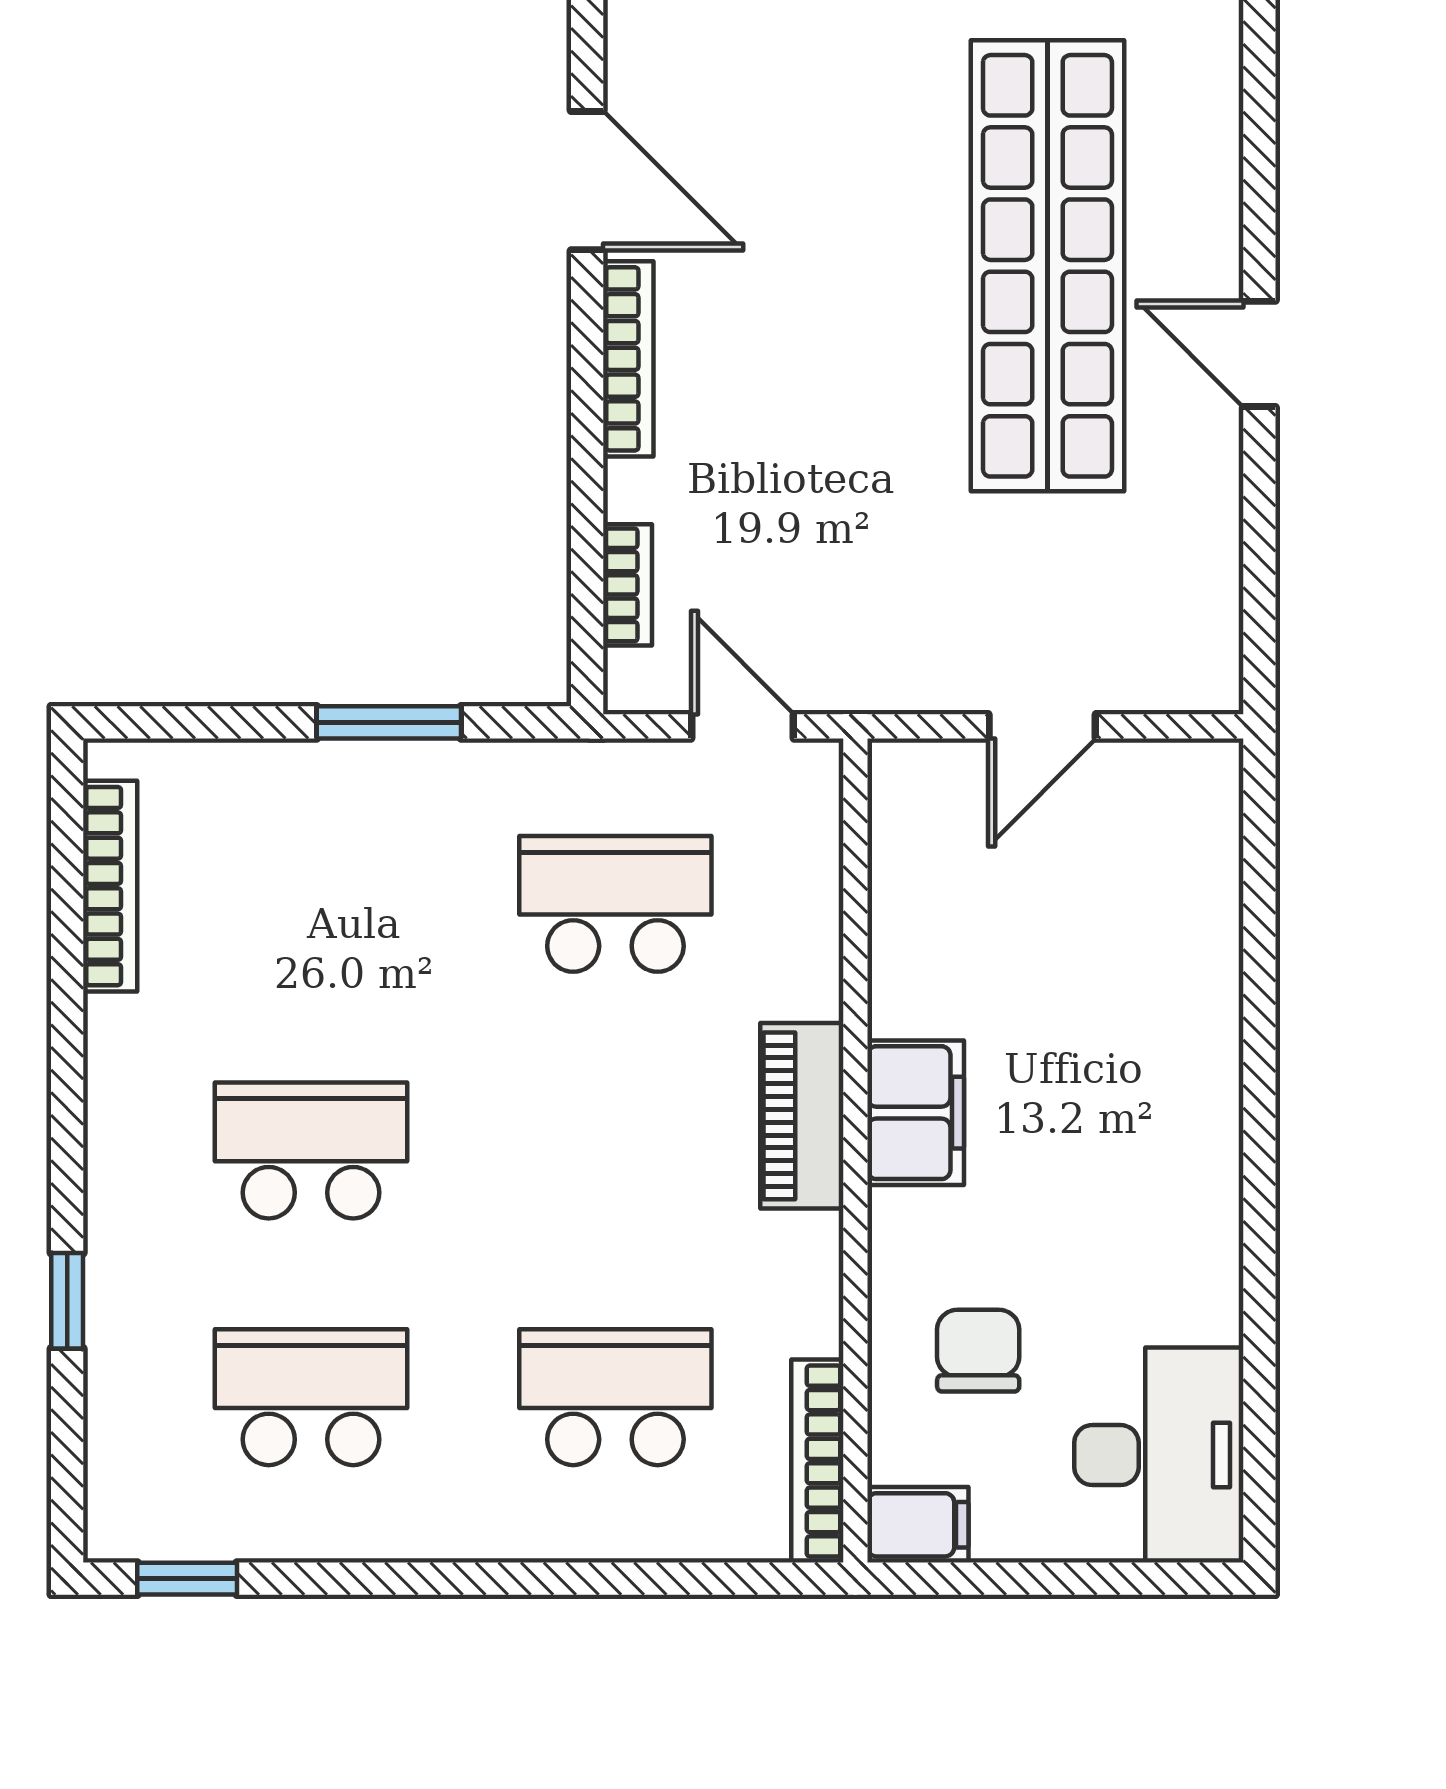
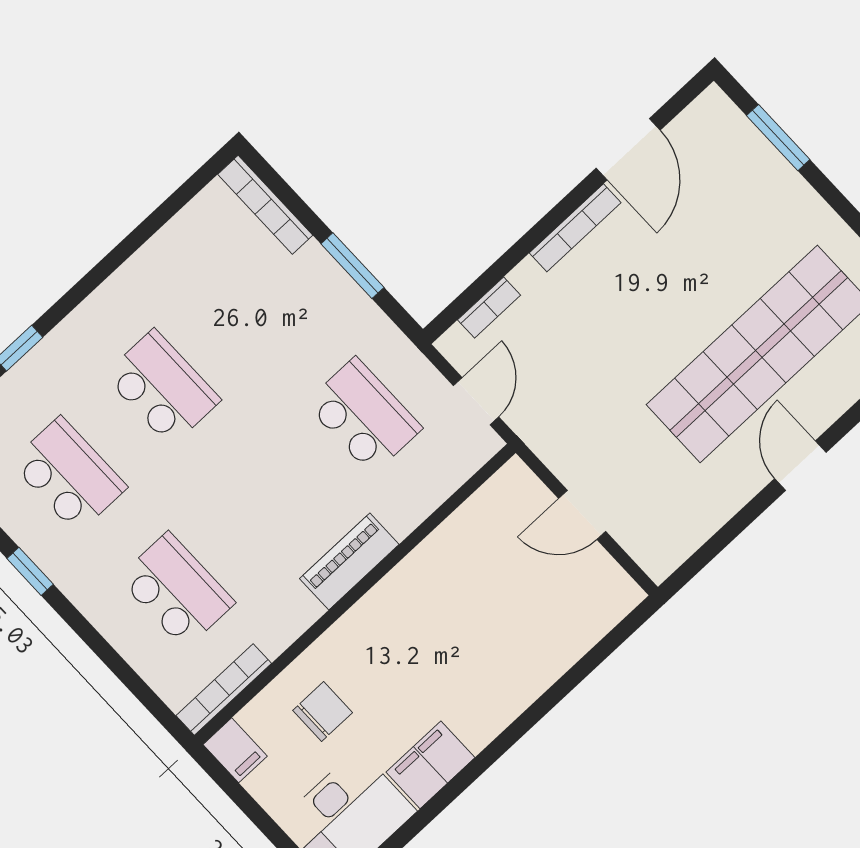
bookcase: (110, 886) -> (265, 205), moved, turned 90
filing cabinet: (916, 1113) -> (430, 765), moved, turned 180
window: (396, 1579) -> (30, 571), added

